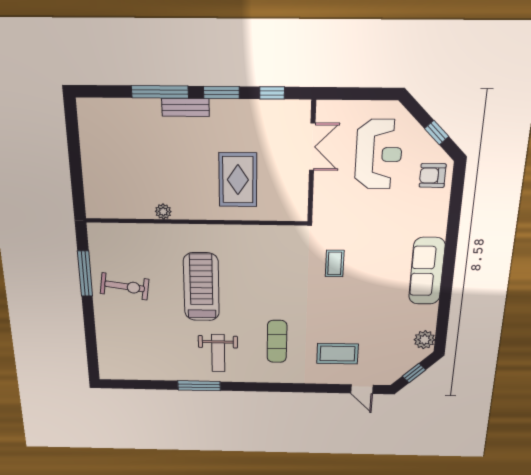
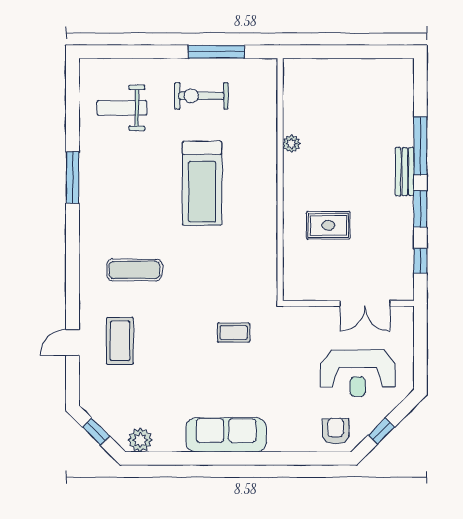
rug: (238, 180) -> (328, 225), width x0.73, depth x0.70
exercise bike: (125, 286) -> (201, 96), turned 82
treadmill: (201, 287) -> (202, 183), turned 90
weight bench: (218, 353) -> (122, 108), moved
door: (362, 389) -> (72, 343), moved

